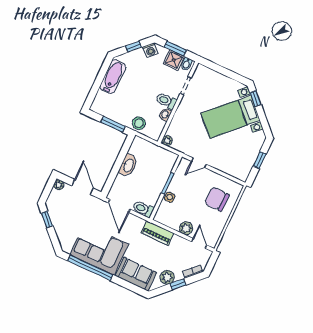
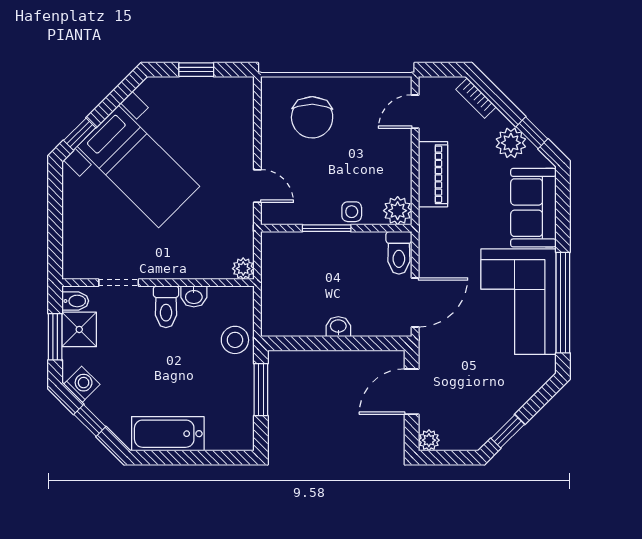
washbasin: (128, 165) -> (338, 327), width x0.52, depth x0.69
plant: (186, 228) -> (398, 211), moved
piano: (157, 233) -> (433, 174), moved
window: (178, 284) -> (532, 133), moved

